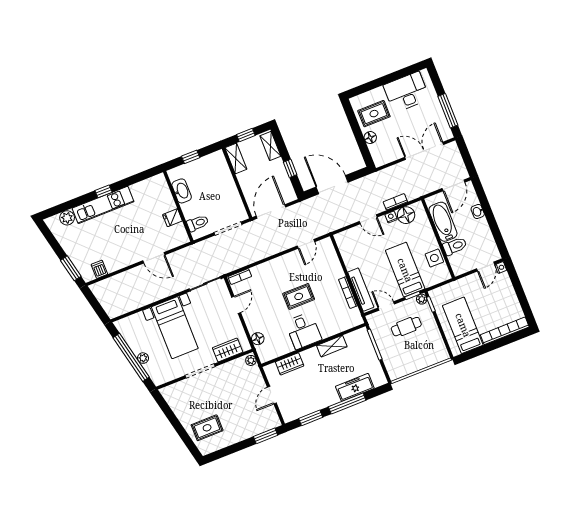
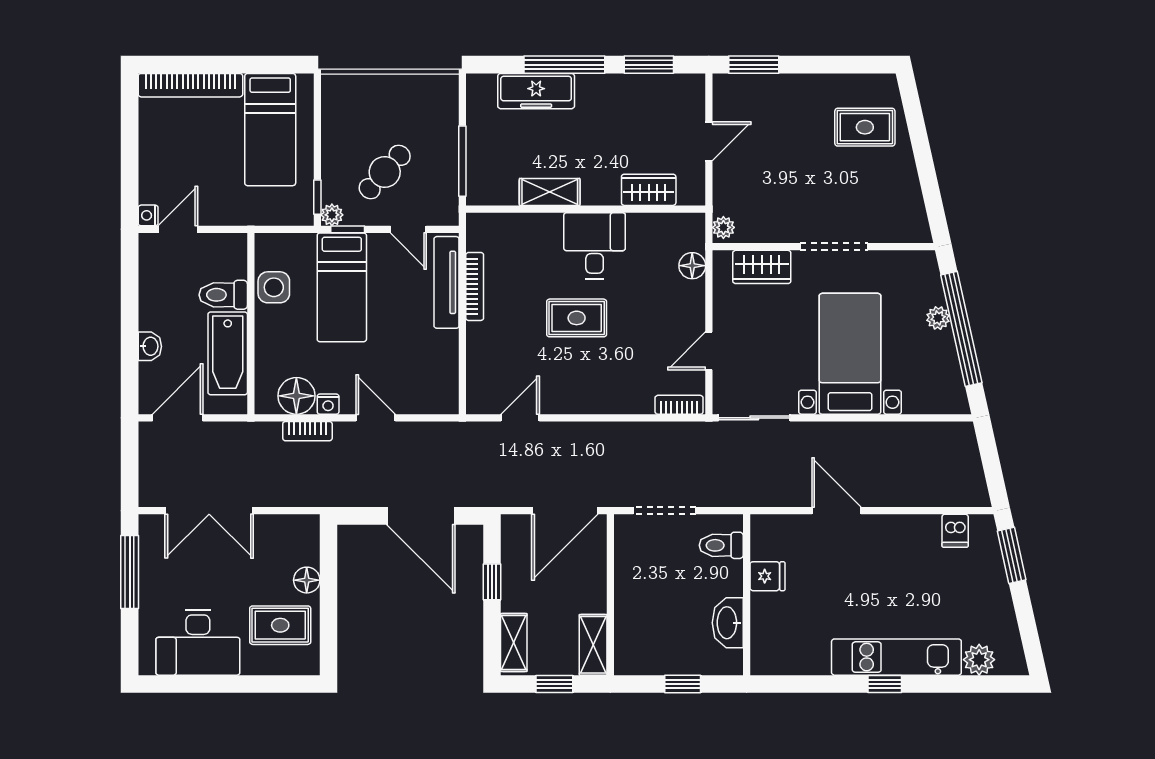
cafe table: (406, 327) -> (385, 172), turned -48

